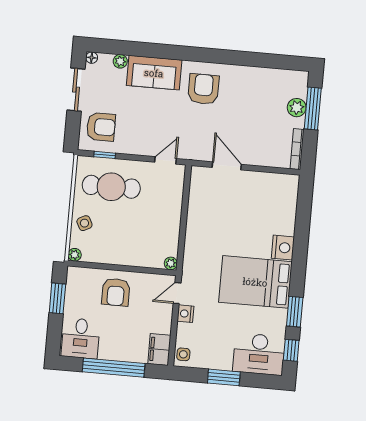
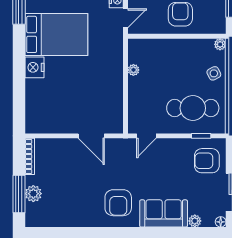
plant: (171, 263) -> (133, 70), moved

